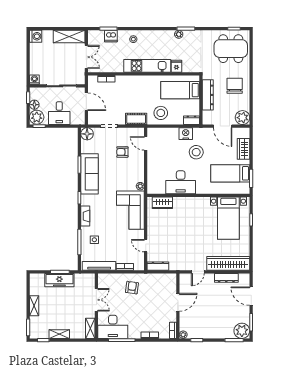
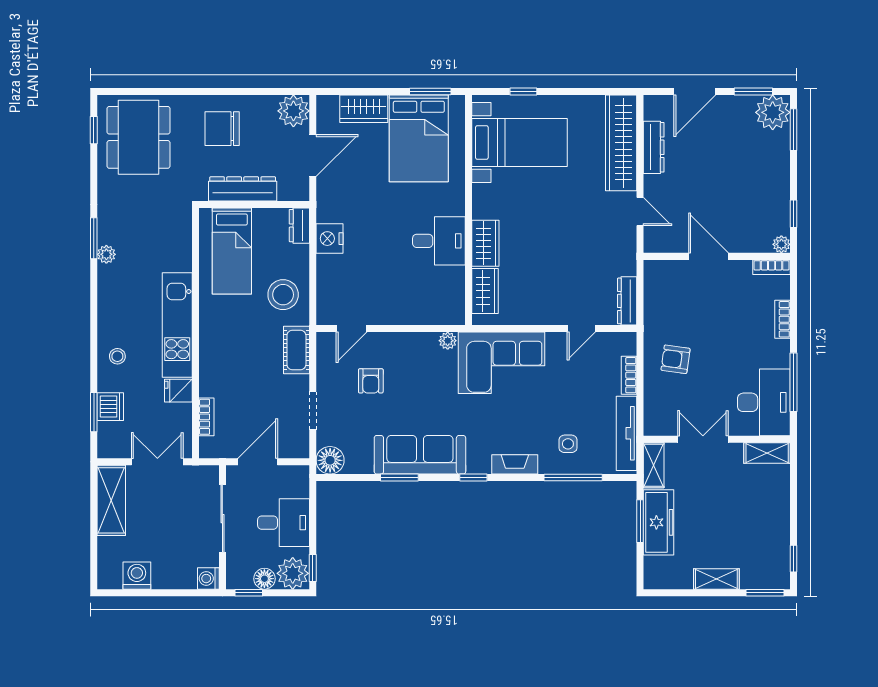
washing machine: (36, 36) -> (137, 576), moved
fridge: (176, 66) -> (178, 391), moved
stool: (196, 152) -> (371, 215), removed
bed: (230, 173) -> (419, 138), width x1.50
desk: (181, 182) -> (439, 241), width x0.73
wardrobe: (184, 203) -> (485, 243), added
shelving: (59, 334) -> (654, 465), moved

